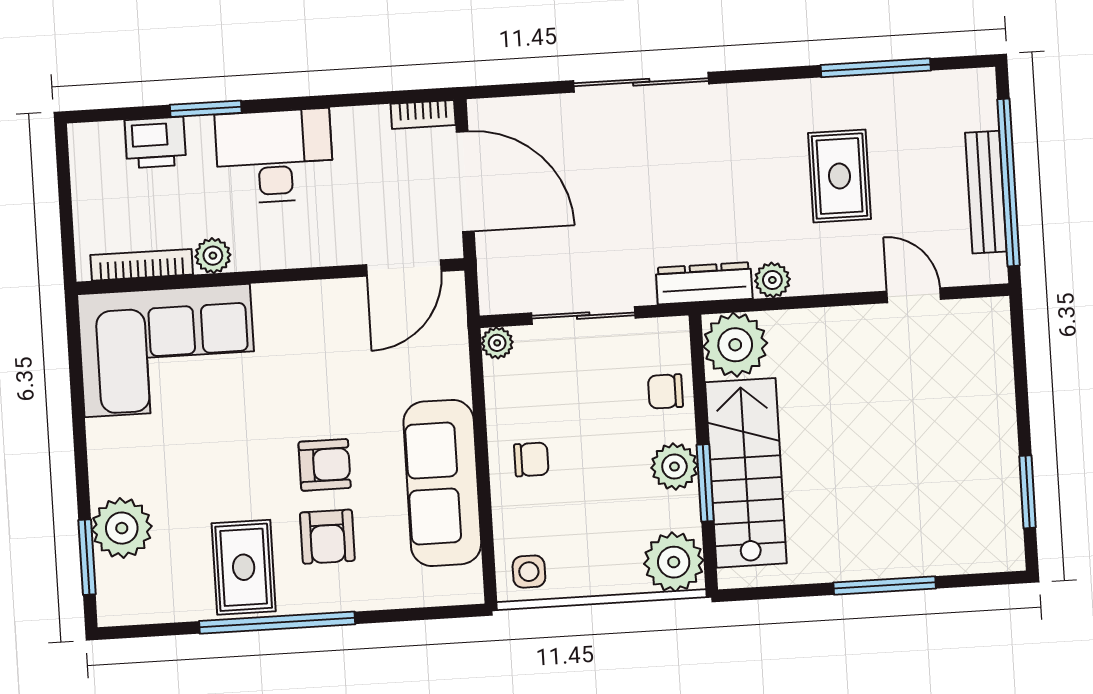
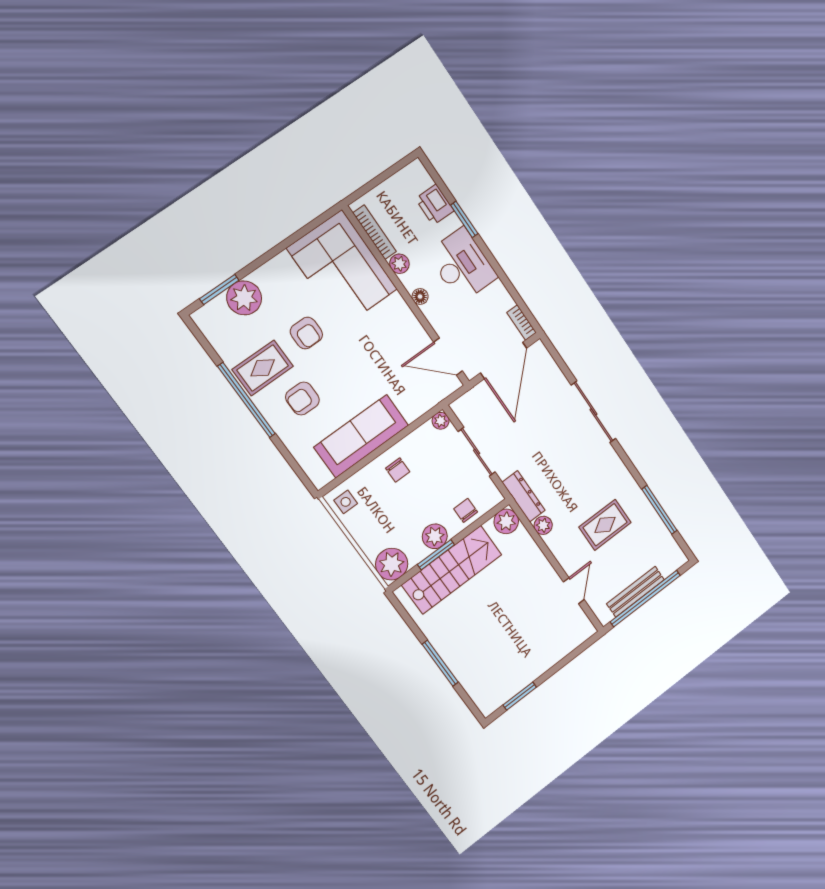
floor lamp: (283, 254) -> (420, 297), added
plant: (735, 345) -> (506, 521), width x0.73, depth x0.73
armchair: (325, 465) -> (306, 333), moved

